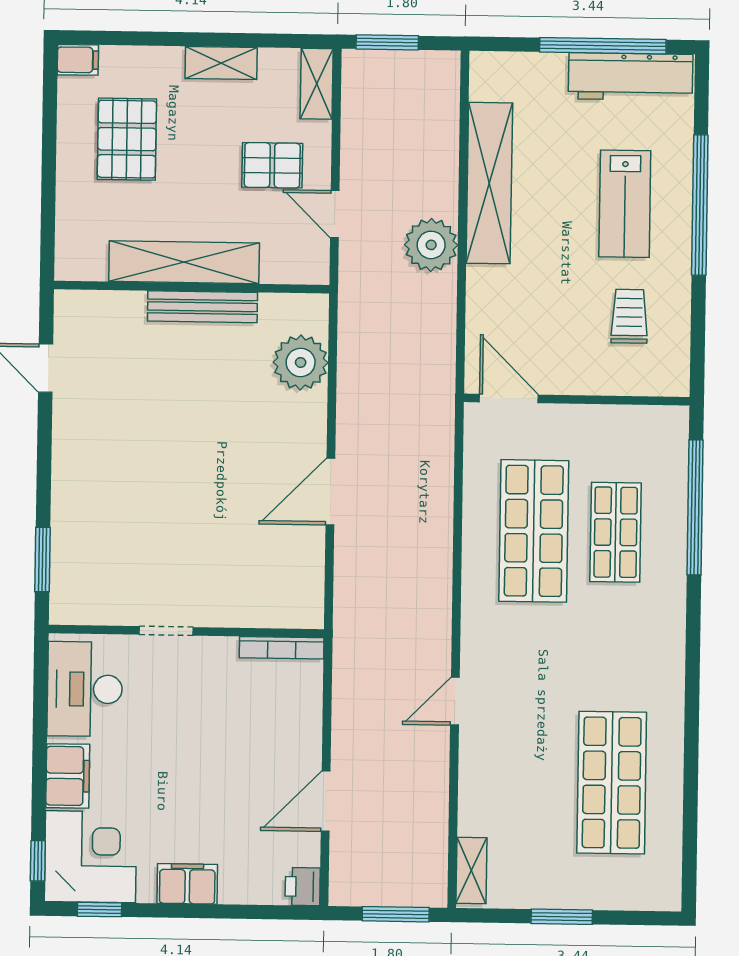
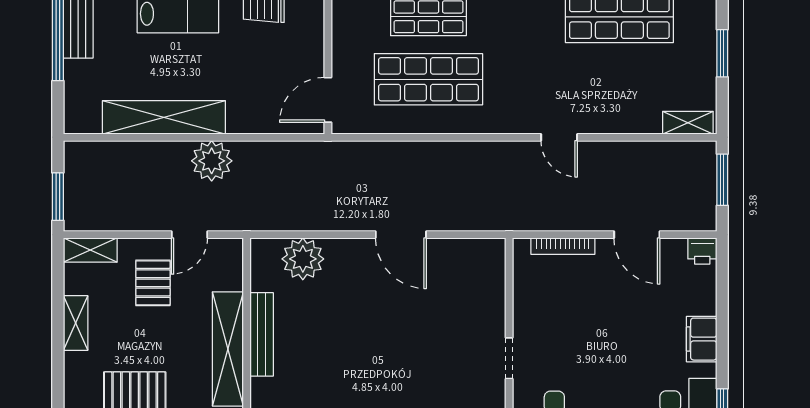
bookcase: (282, 648) -> (563, 246), moved, turned 90

